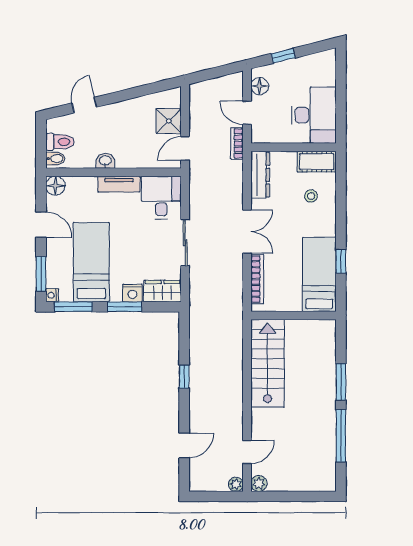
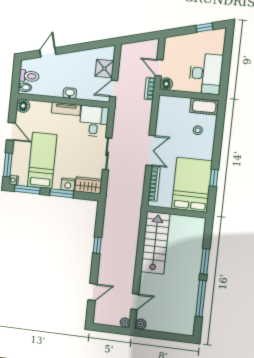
window: (283, 56) -> (205, 27), moved
floor lamp: (260, 86) -> (166, 84), moved
washbasin: (105, 161) -> (70, 93), moved
dresser: (260, 175) -> (164, 112), removed
bed: (319, 274) -> (192, 185), width x1.50

